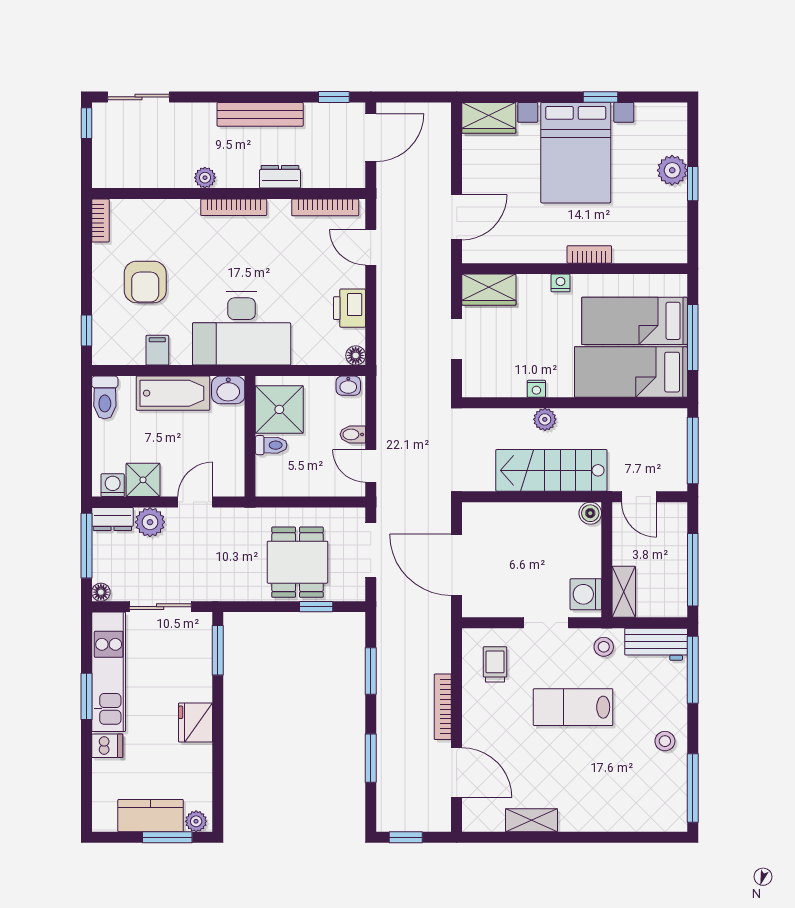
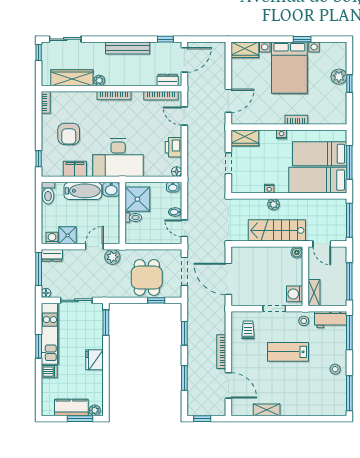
wardrobe: (151, 172) -> (72, 78), added
dresser: (280, 177) -> (168, 80), moved
filing cabinet: (157, 350) -> (75, 169), width x2.00
plant: (150, 522) -> (112, 257), moved

